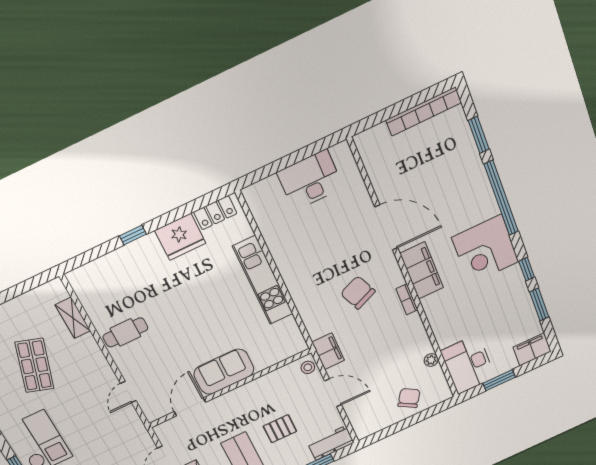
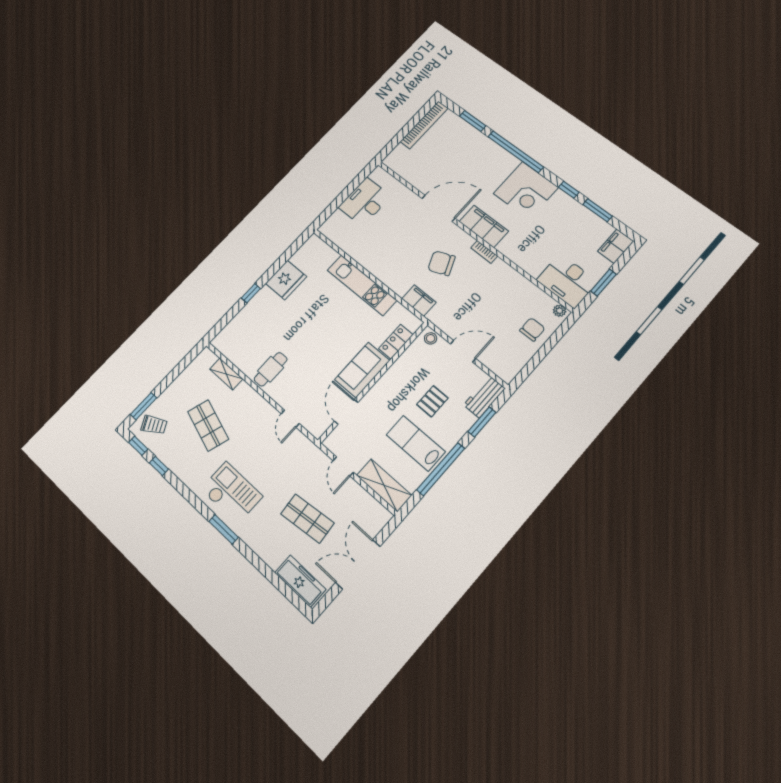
locker: (215, 213) -> (396, 342), moved, turned 180
filing cabinet: (328, 351) -> (419, 301), moved
plant: (431, 360) -> (560, 311), moved
chair: (409, 398) -> (532, 329), turned 58

